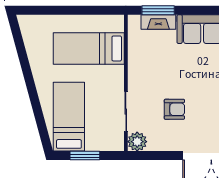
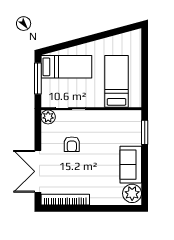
fireplace: (158, 22) -> (136, 132), removed
window: (85, 156) -> (38, 78), width x1.44

